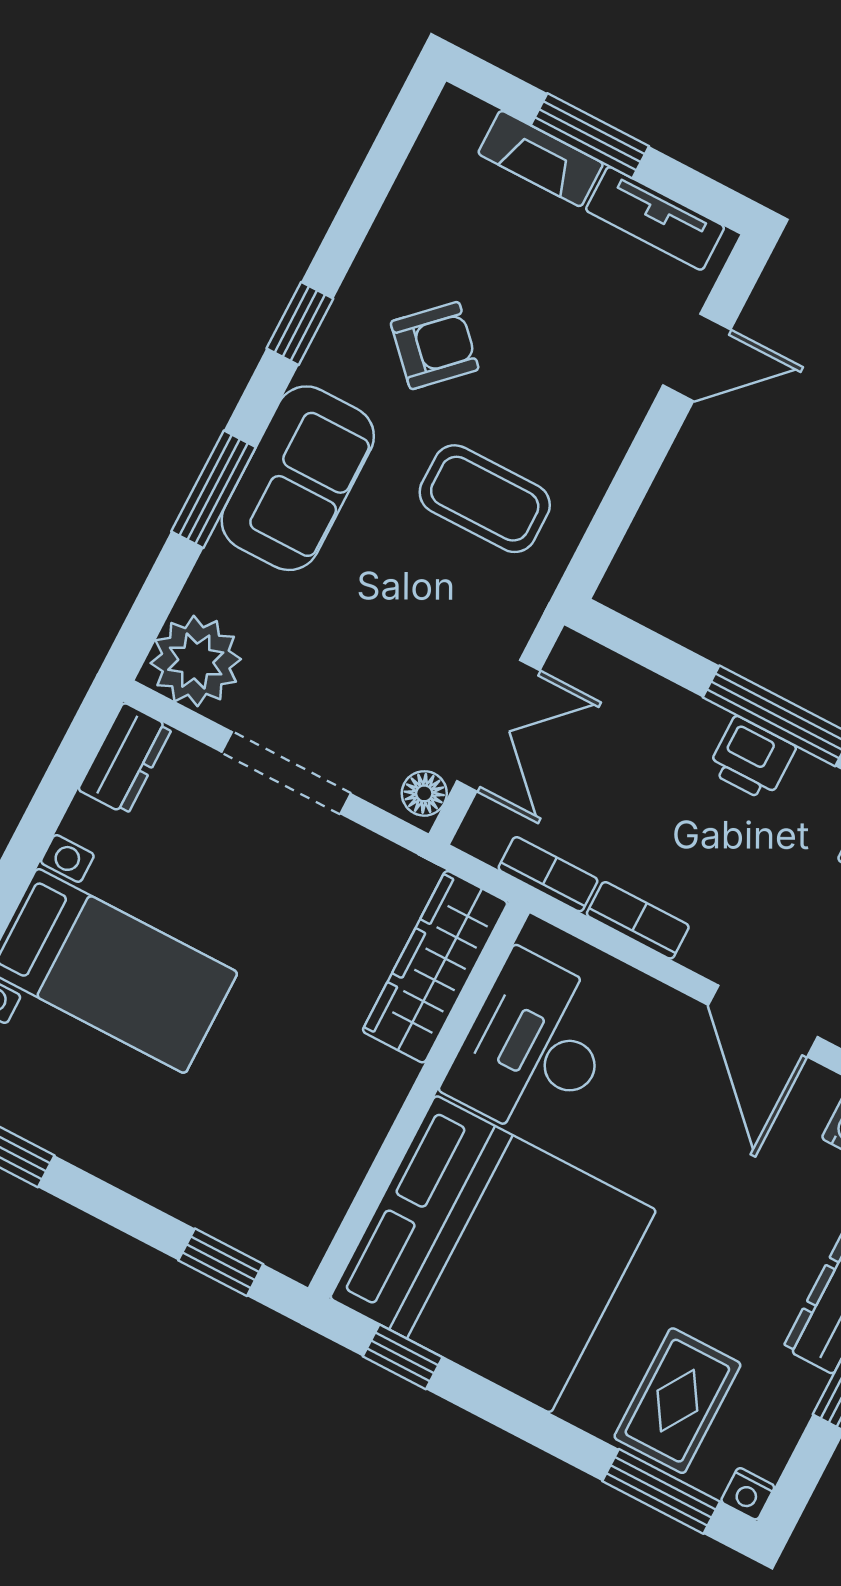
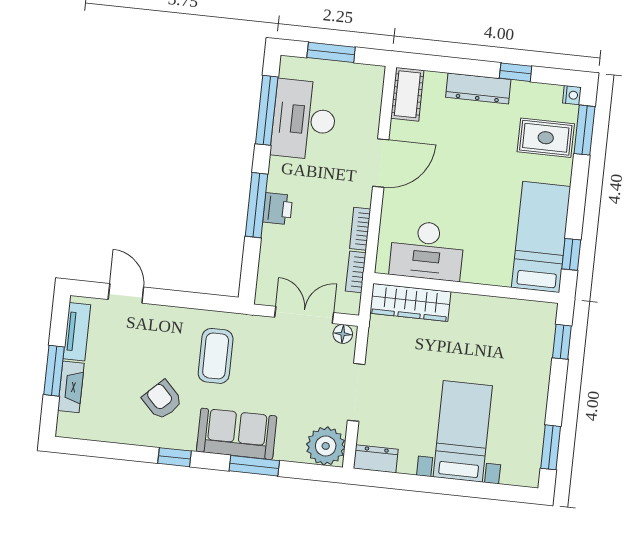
bed: (493, 1254) -> (541, 237), width x0.49

